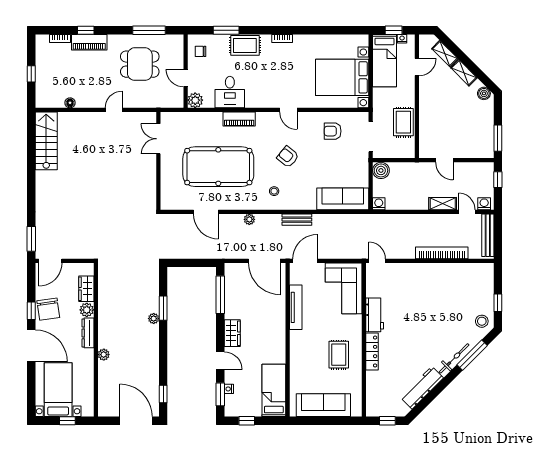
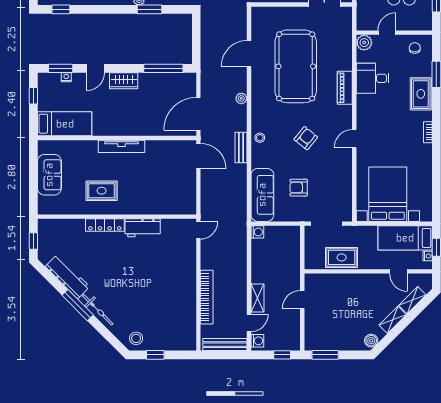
armchair: (333, 131) -> (299, 188), moved, turned -90
boiler: (381, 170) -> (292, 234), removed
stool: (274, 191) -> (260, 138), moved
corner sofa: (344, 288) -> (170, 196), removed
tv unit: (296, 307) -> (122, 146), moved
window: (472, 355) -> (78, 305), moved
sofa: (323, 405) -> (49, 175), width x0.73

